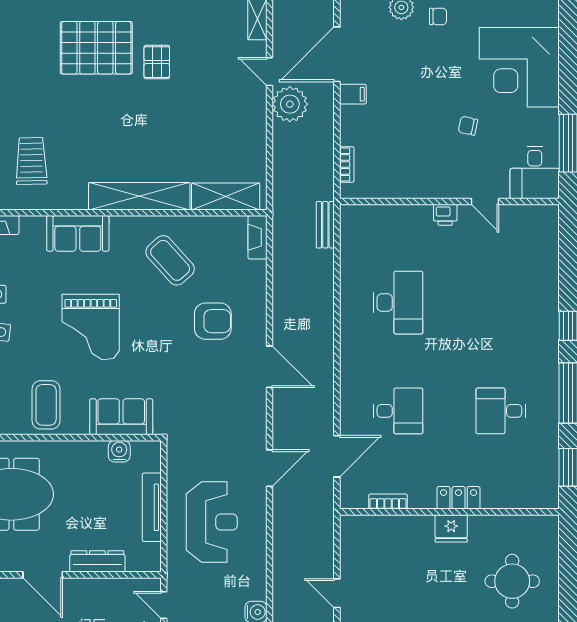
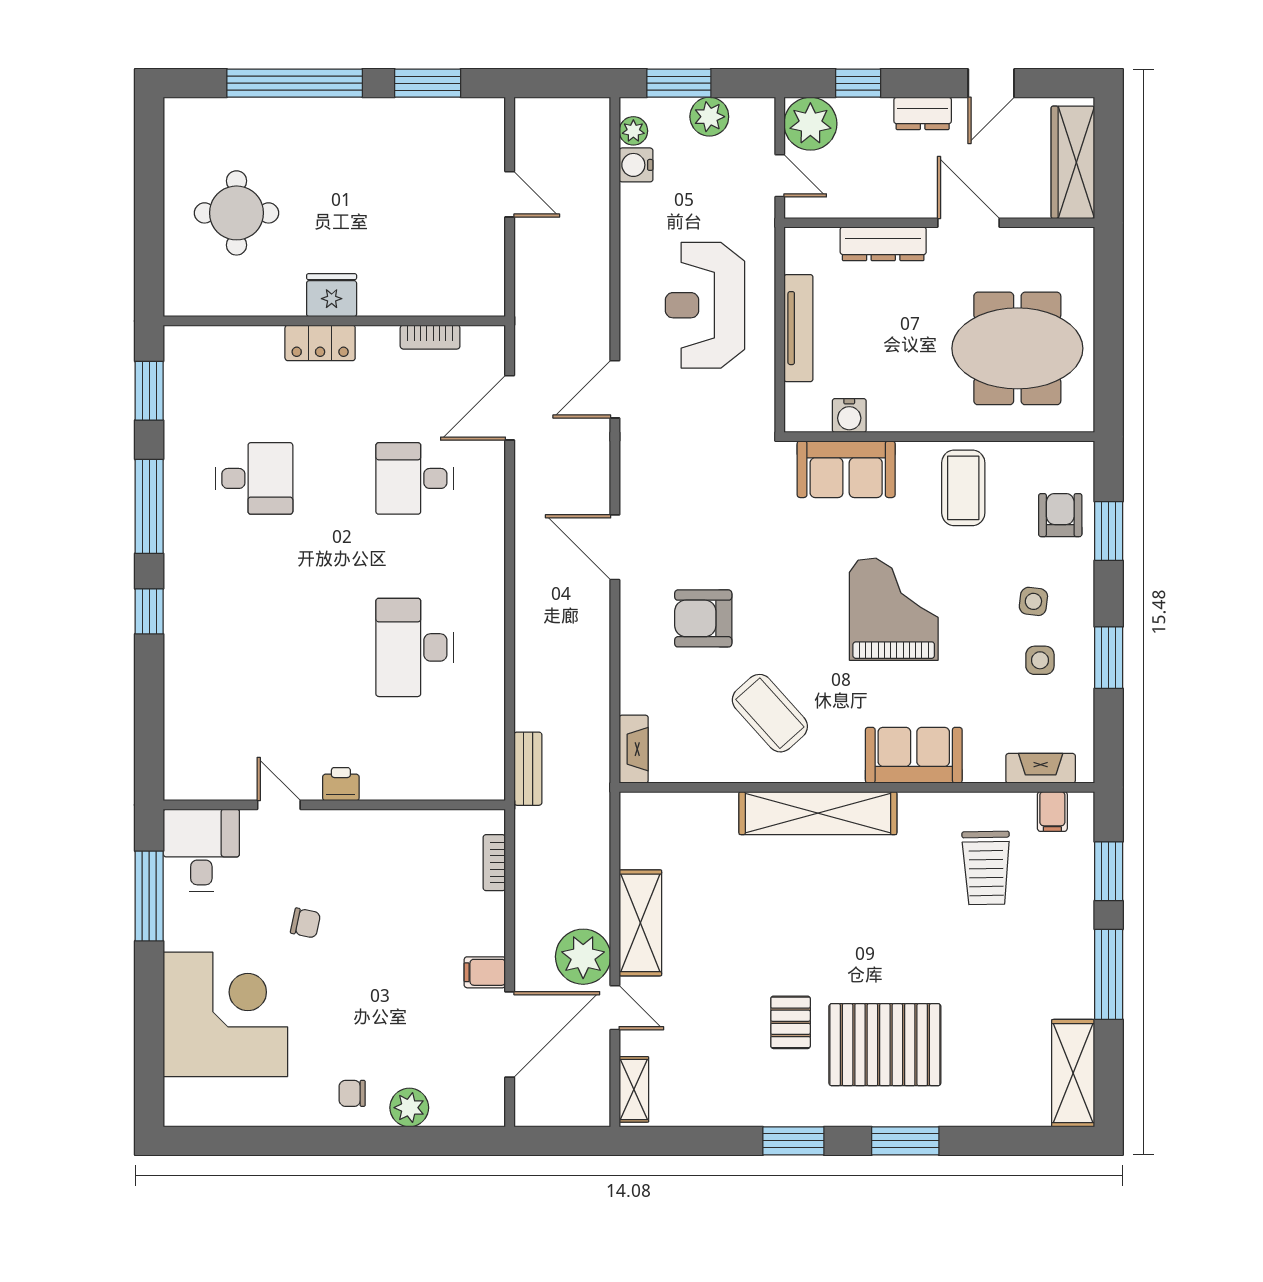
shelving: (226, 196) -> (640, 923), moved, turned 90

